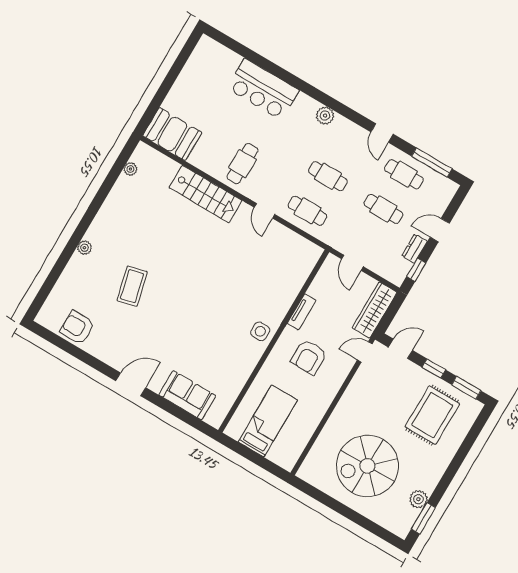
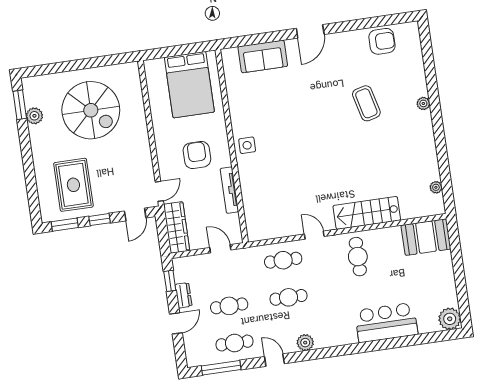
plant: (207, 50) -> (450, 319), added
plant: (325, 116) -> (305, 343), moved
tv unit: (302, 312) -> (229, 190), width x1.41
bed: (268, 421) -> (189, 85), width x1.50
spiral stairs: (367, 466) -> (91, 110), turned 90

